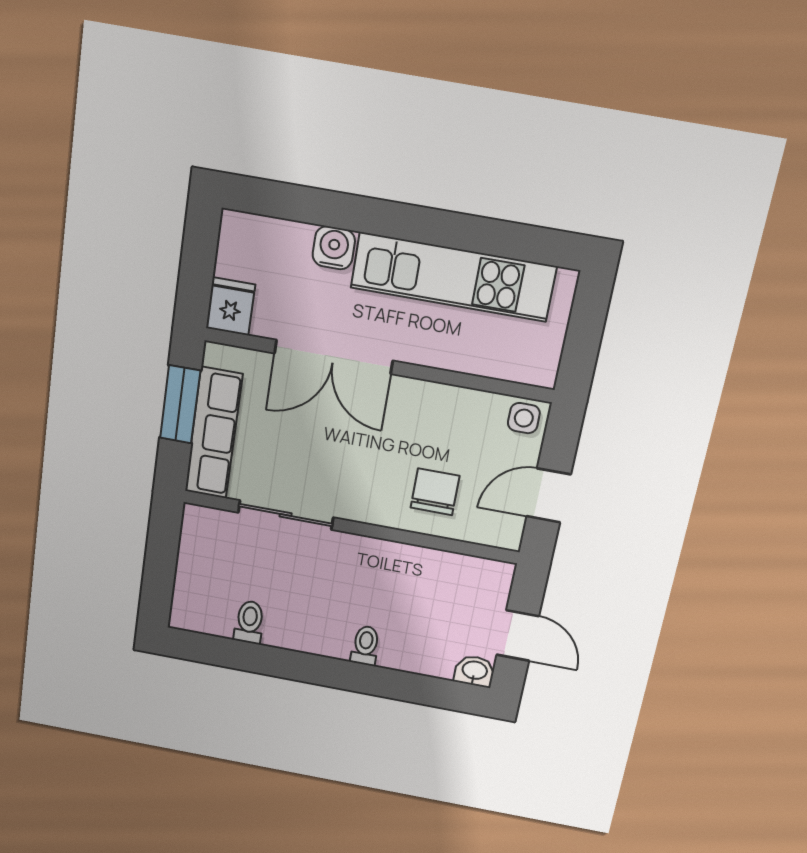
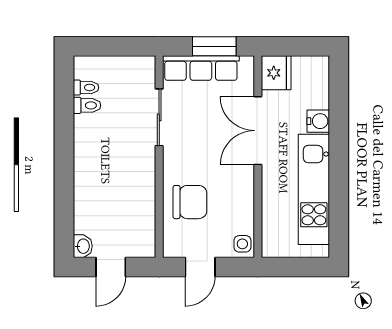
fridge: (230, 306) -> (276, 73), width x1.38
chair: (435, 492) -> (190, 202), width x1.37, depth x1.37
door: (549, 495) -> (200, 267), swing flipped
toilet: (365, 645) -> (86, 87), moved

